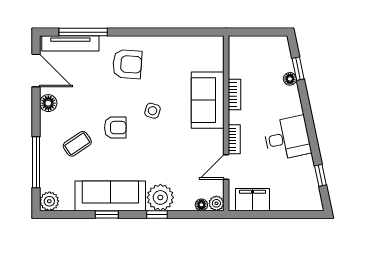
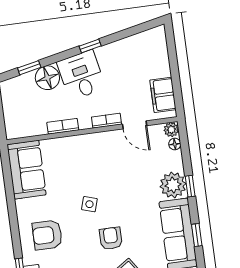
armchair: (127, 64) -> (47, 235), turned -94
floor lamp: (290, 79) -> (47, 78), width x1.89, depth x1.89
sofa: (208, 100) -> (26, 170), moved, turned -90
desk: (287, 138) -> (81, 75), moved
window: (320, 175) -> (90, 46), moved

